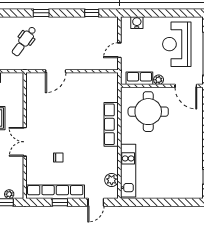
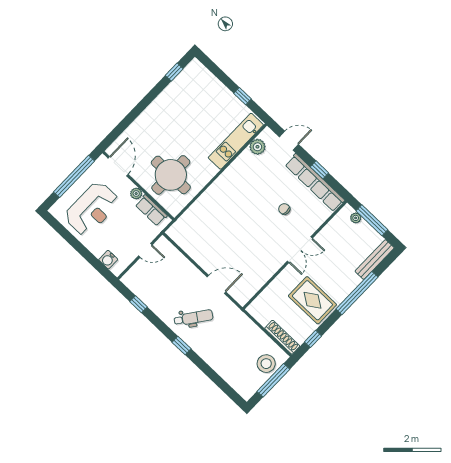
dental chair: (24, 41) -> (193, 318), moved
row of seats: (111, 124) -> (213, 194), removed
window: (151, 202) -> (243, 96), added

